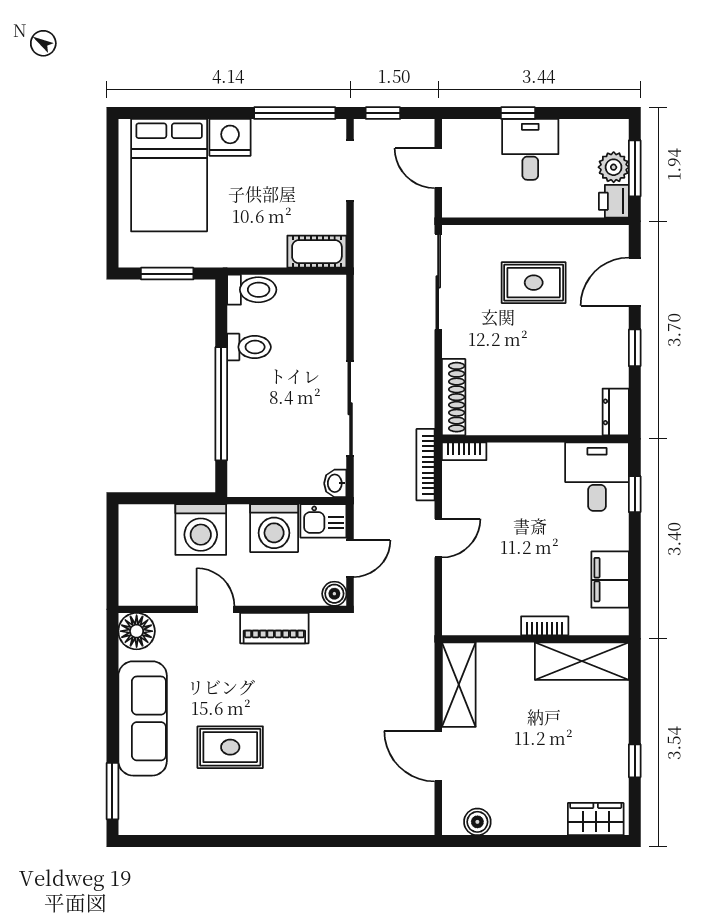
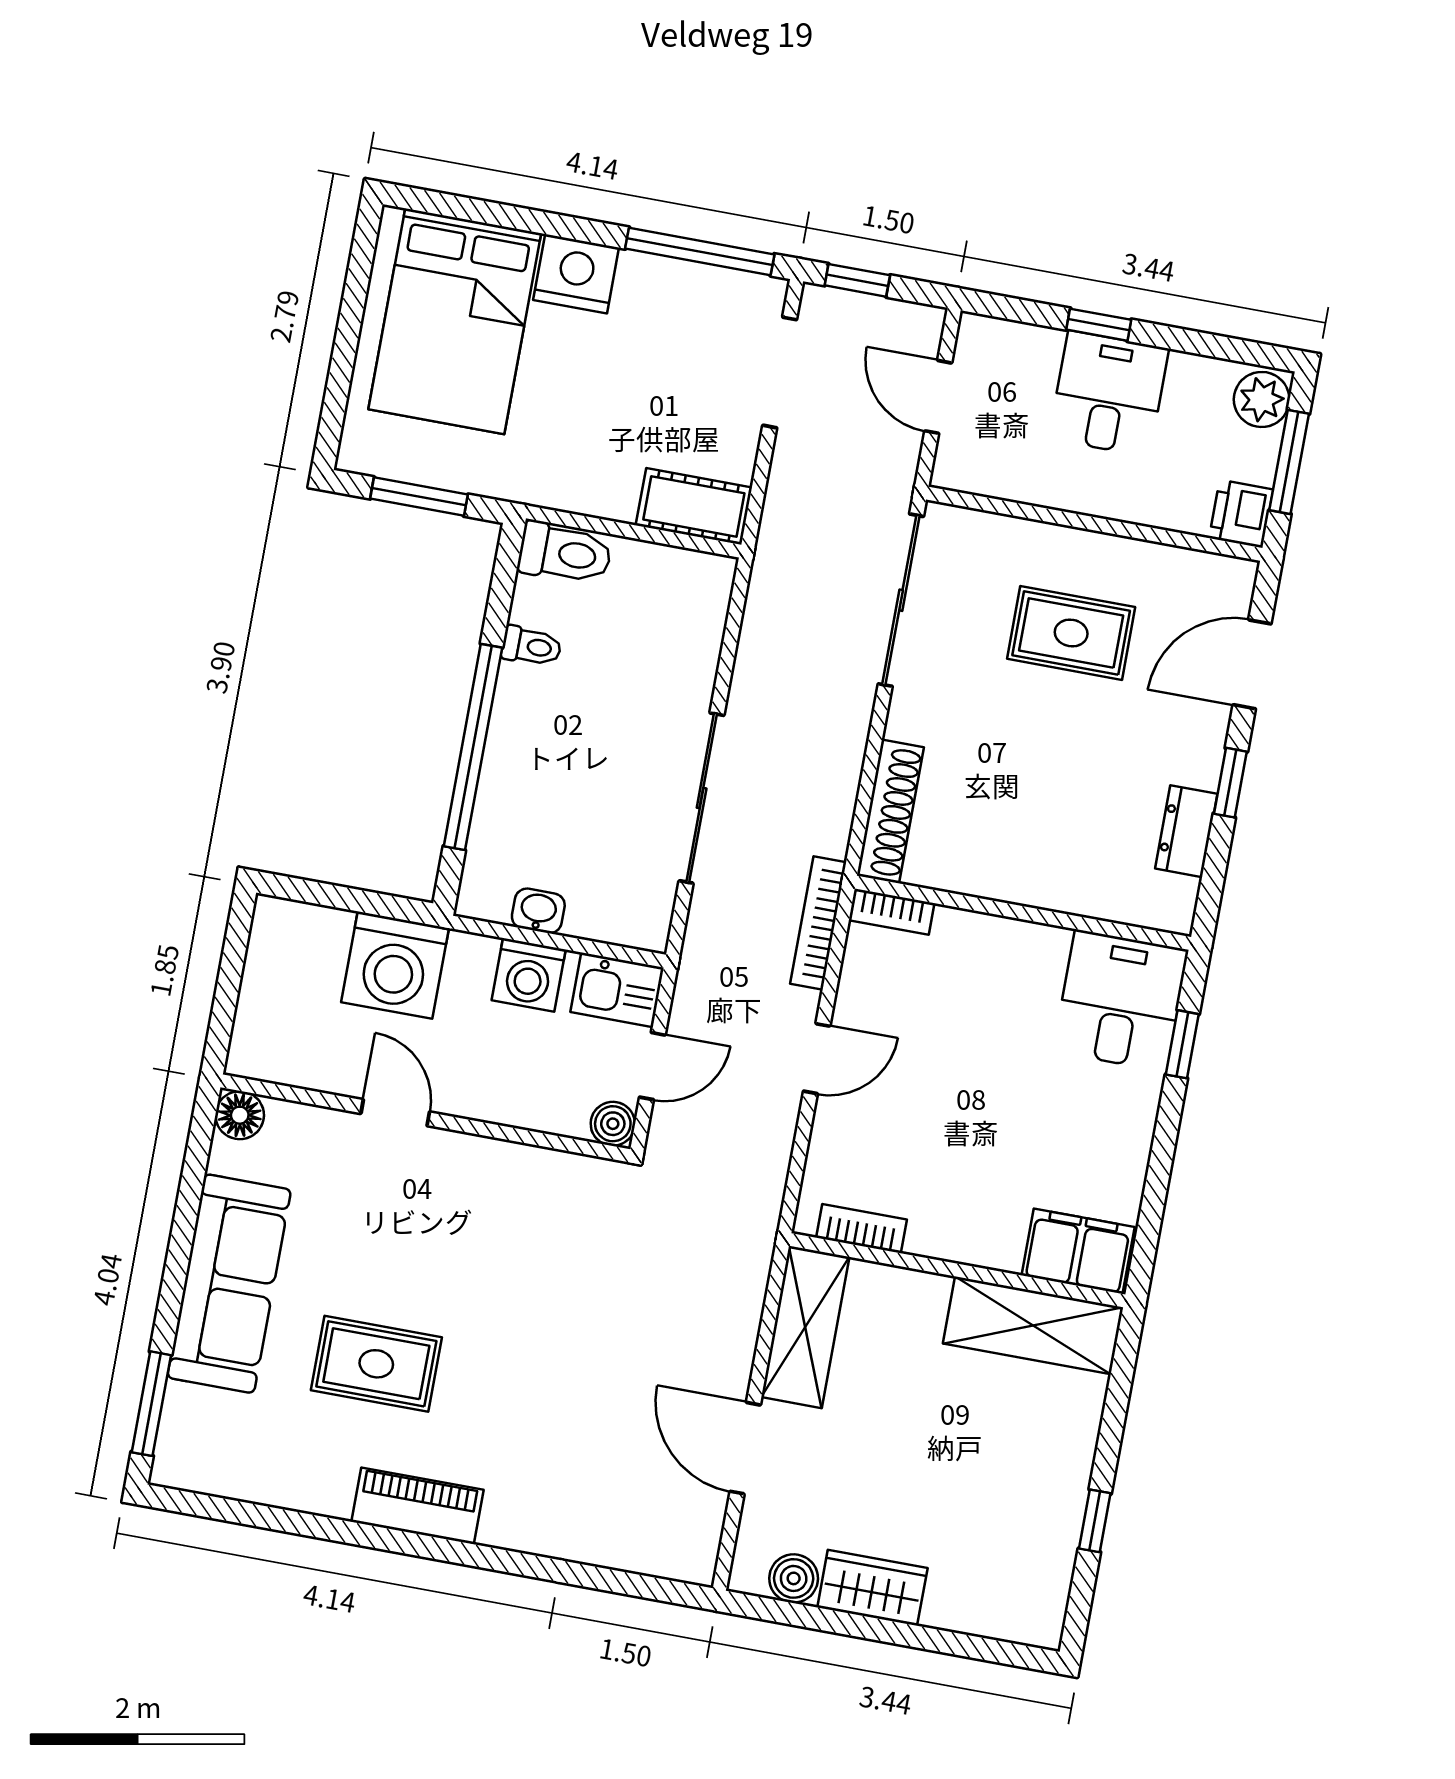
plant: (614, 167) -> (1262, 399), moved
toilet: (249, 347) -> (531, 646), width x0.73, depth x0.72
dresser: (616, 412) -> (1186, 831), moved
washbasin: (335, 483) -> (538, 911), moved, turned 90
washing machine: (274, 528) -> (529, 975), width x0.73, depth x0.73
filing cabinet: (610, 580) -> (1078, 1251), moved, turned 90
bookcase: (545, 626) -> (862, 1229), moved
piano: (274, 628) -> (418, 1506), moved, turned 180
floor lamp: (137, 631) -> (240, 1115), width x0.73, depth x0.73
wardrobe: (596, 819) -> (872, 1588), moved

